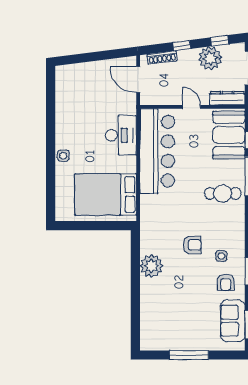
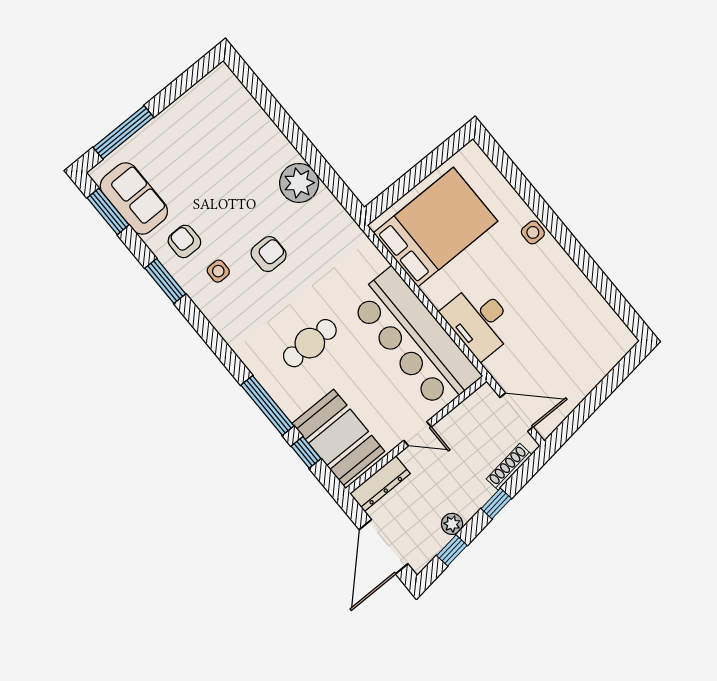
plant: (210, 58) -> (452, 524), width x0.53, depth x0.53
cafe table: (223, 193) -> (310, 343), moved
armchair: (192, 245) -> (269, 254), turned 180
window: (189, 355) -> (123, 132), moved

